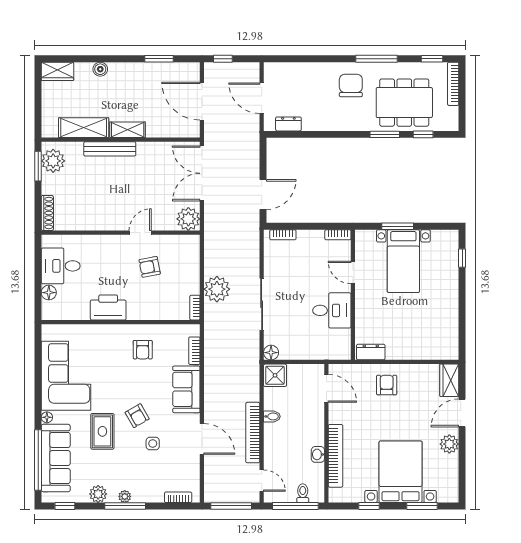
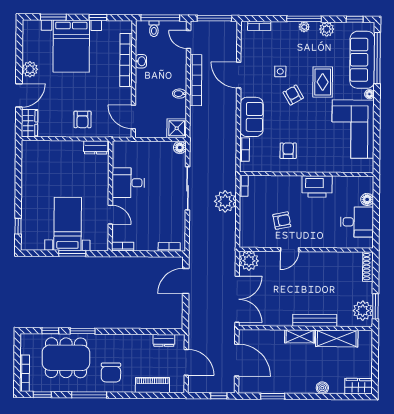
piano: (302, 71) -> (152, 385), added

